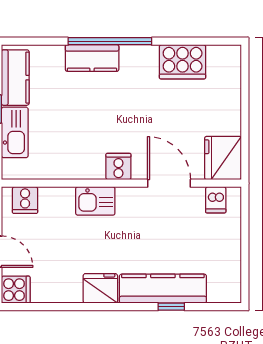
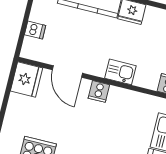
dishwasher: (216, 200) -> (35, 30), moved, turned 90

